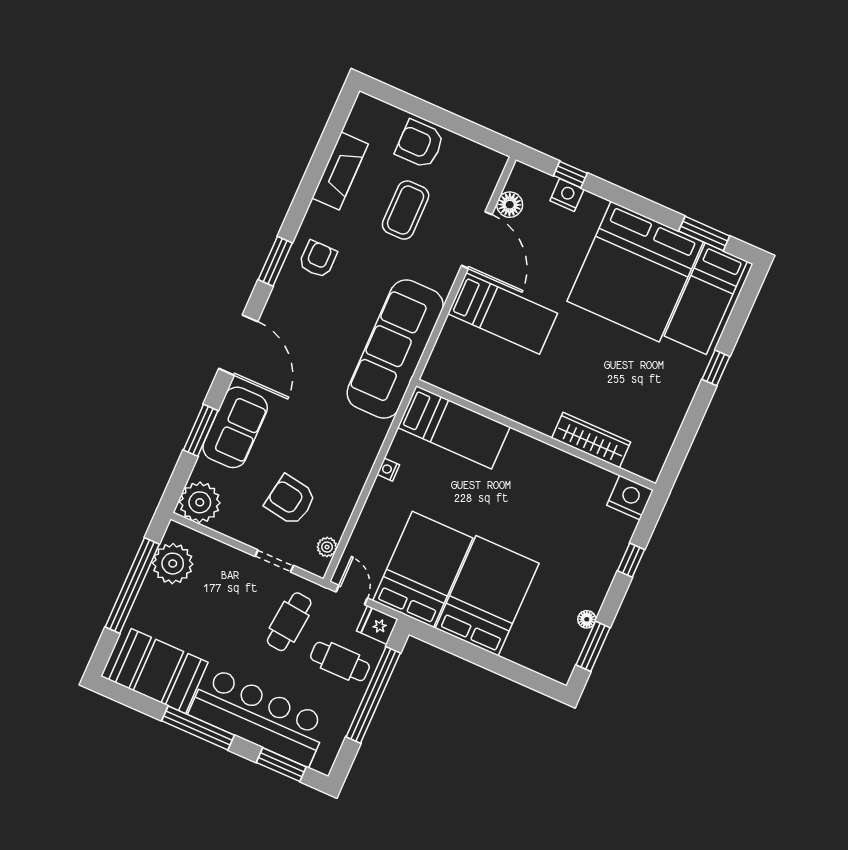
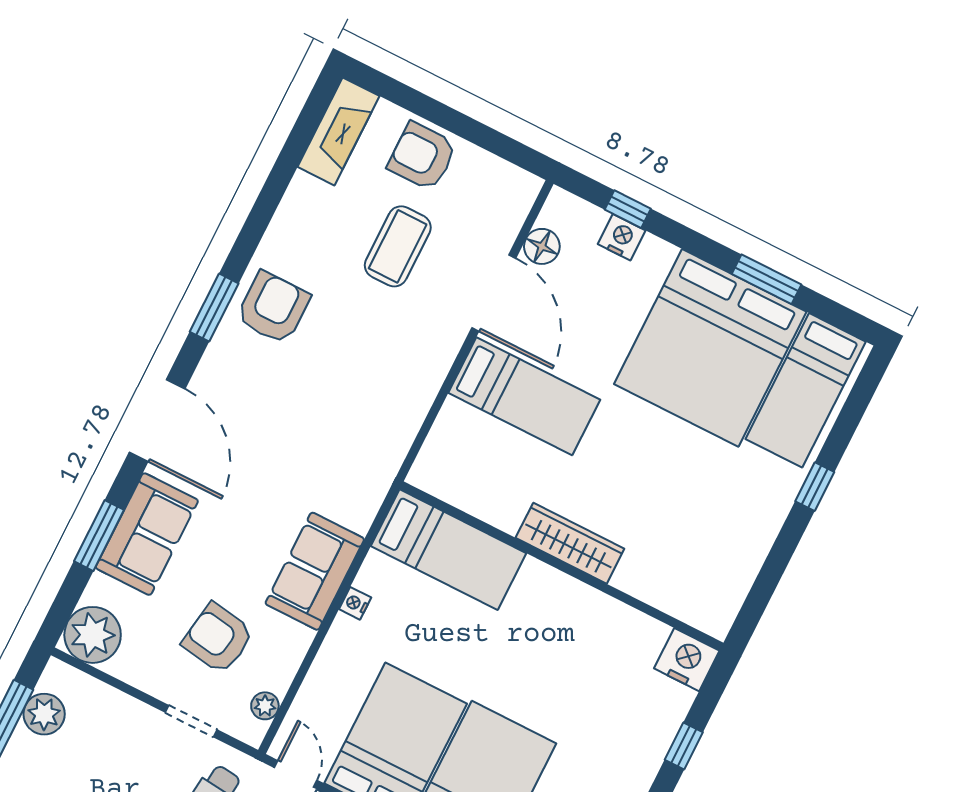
fireplace: (340, 171) -> (338, 131), moved
window: (704, 233) -> (767, 279), moved
armchair: (318, 259) -> (273, 308), width x1.38, depth x1.38
sofa: (395, 349) -> (315, 571), moved, width x0.54, depth x0.79
wardrobe: (591, 440) -> (570, 543), moved
plant: (173, 564) -> (44, 714), width x0.73, depth x0.73

